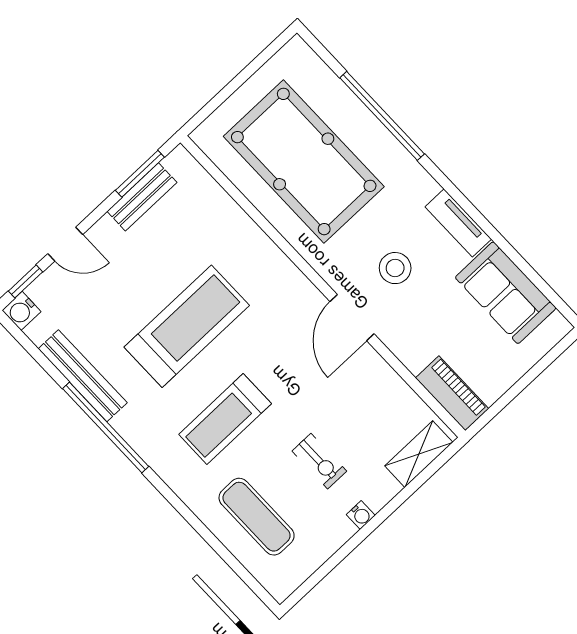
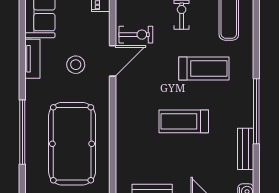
treadmill: (187, 326) -> (184, 121), width x0.73, depth x0.73
bench: (83, 376) -> (246, 149), width x0.73
exercise bike: (354, 380) -> (136, 35), added

